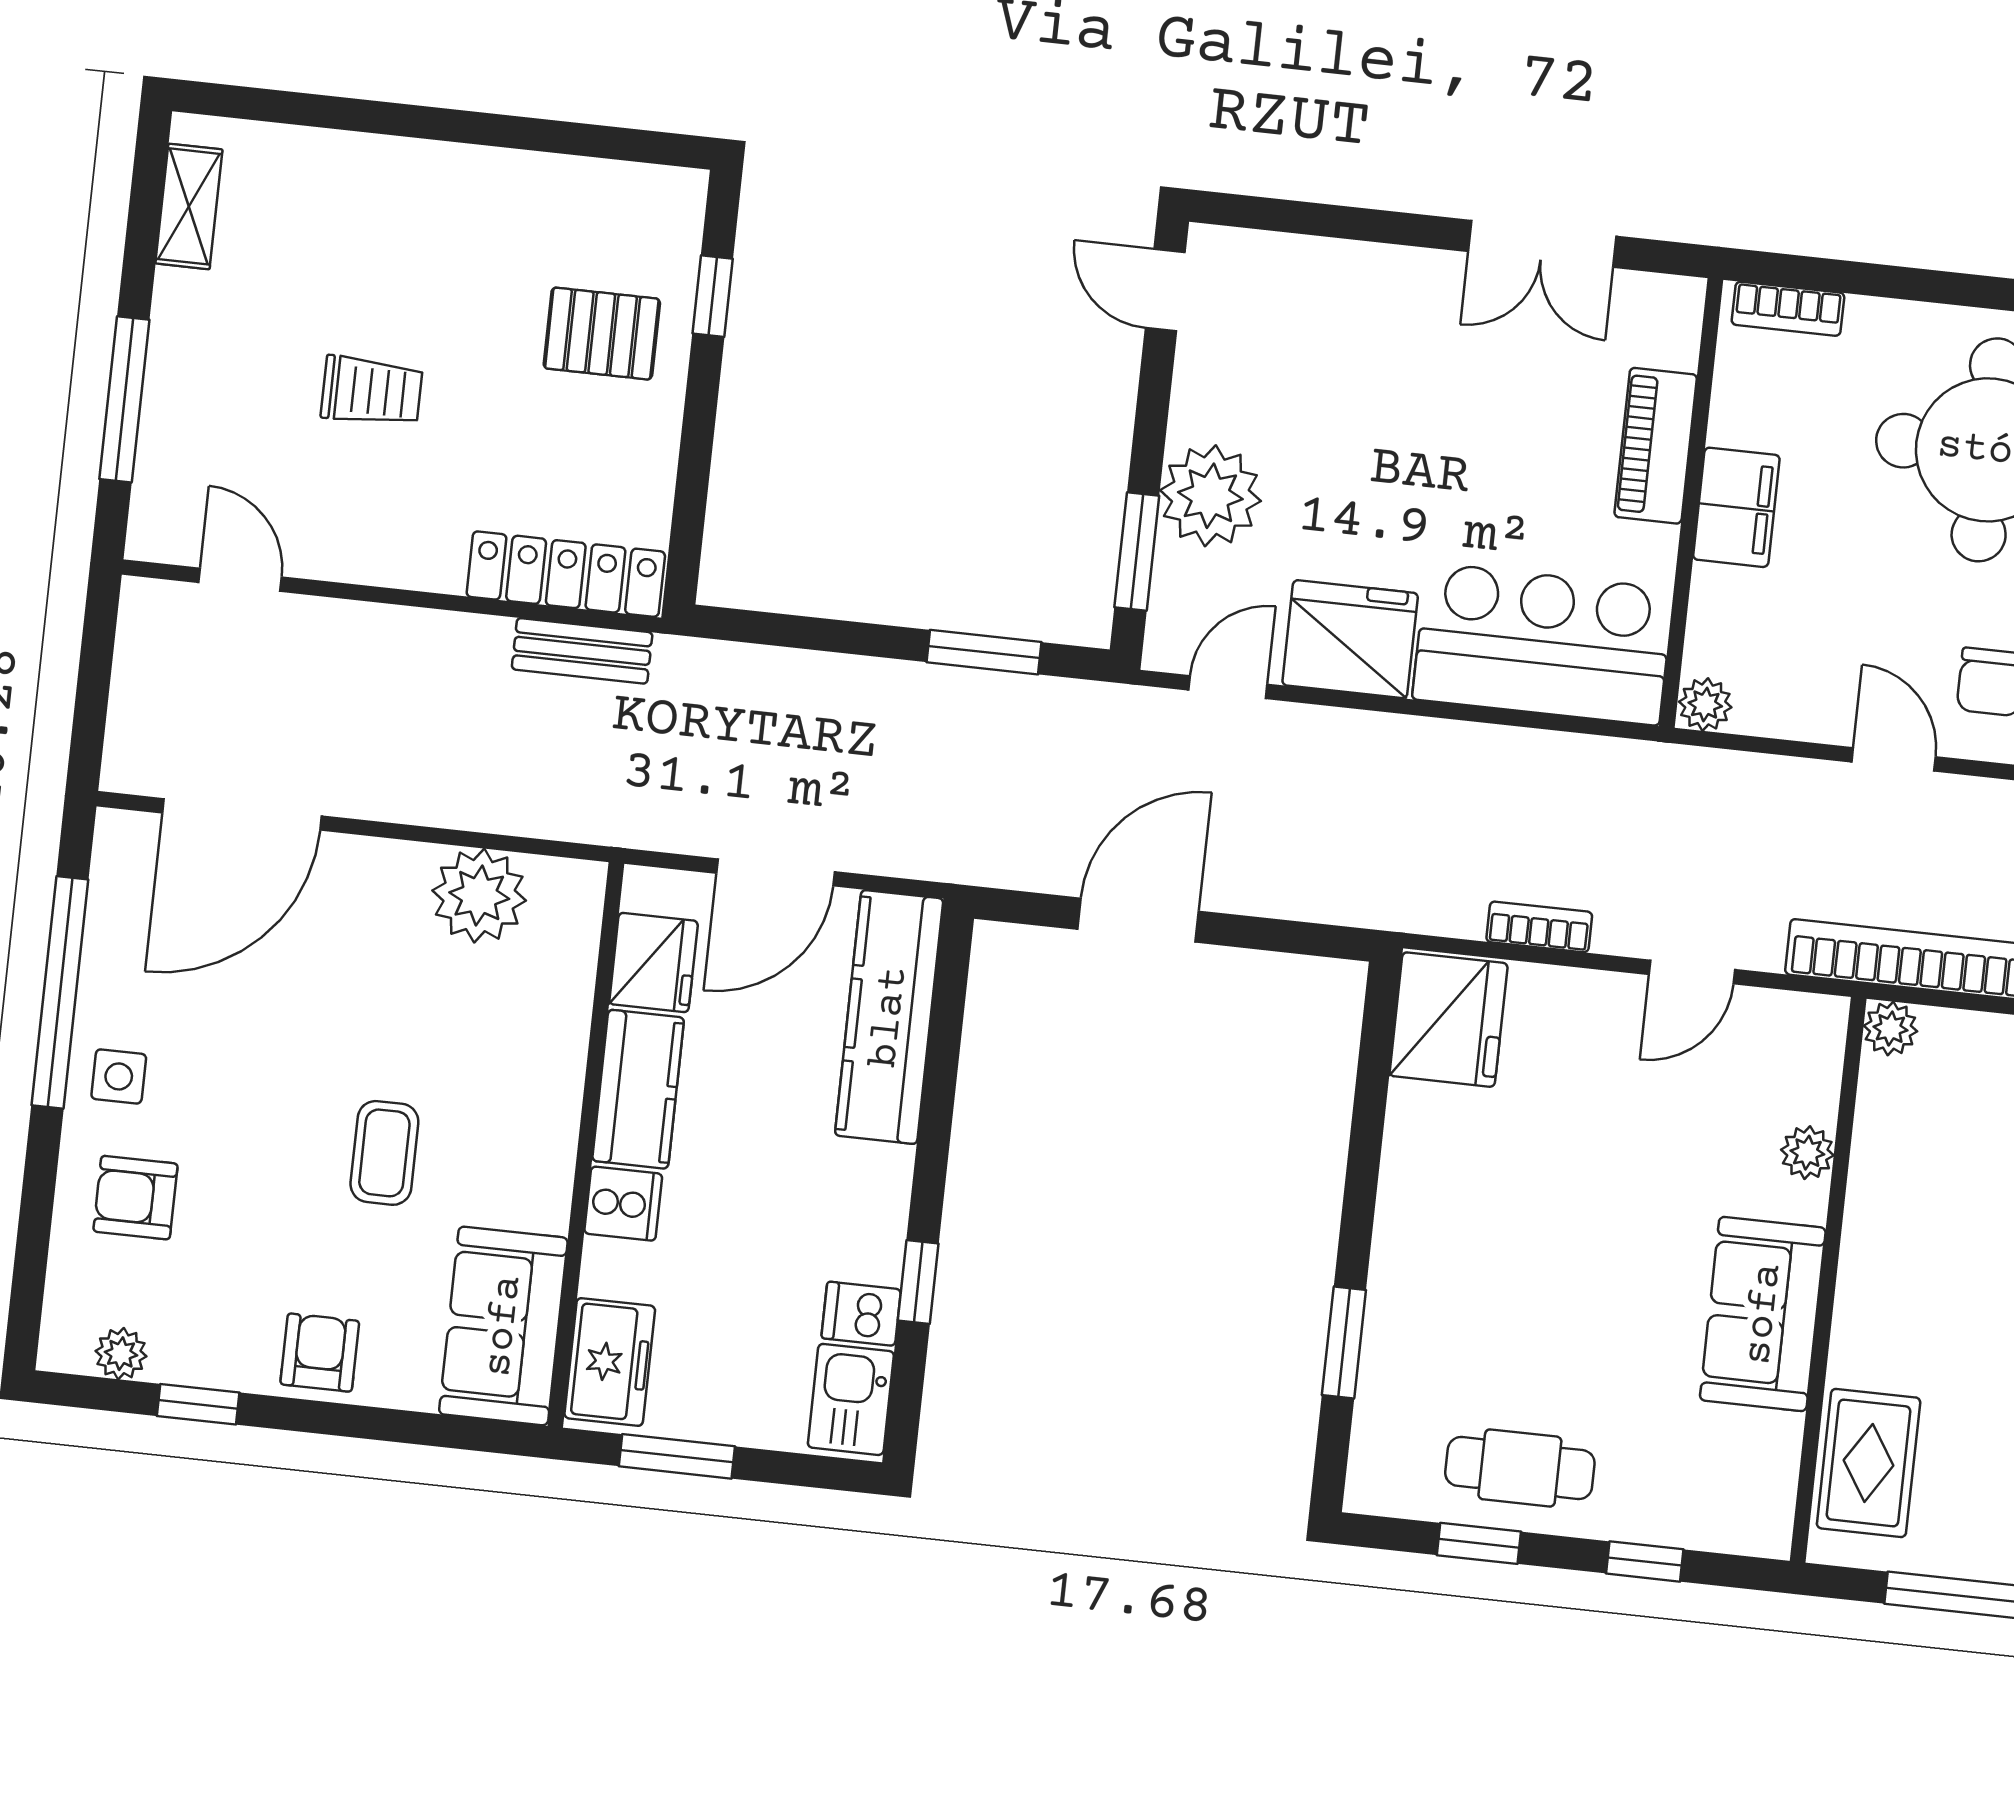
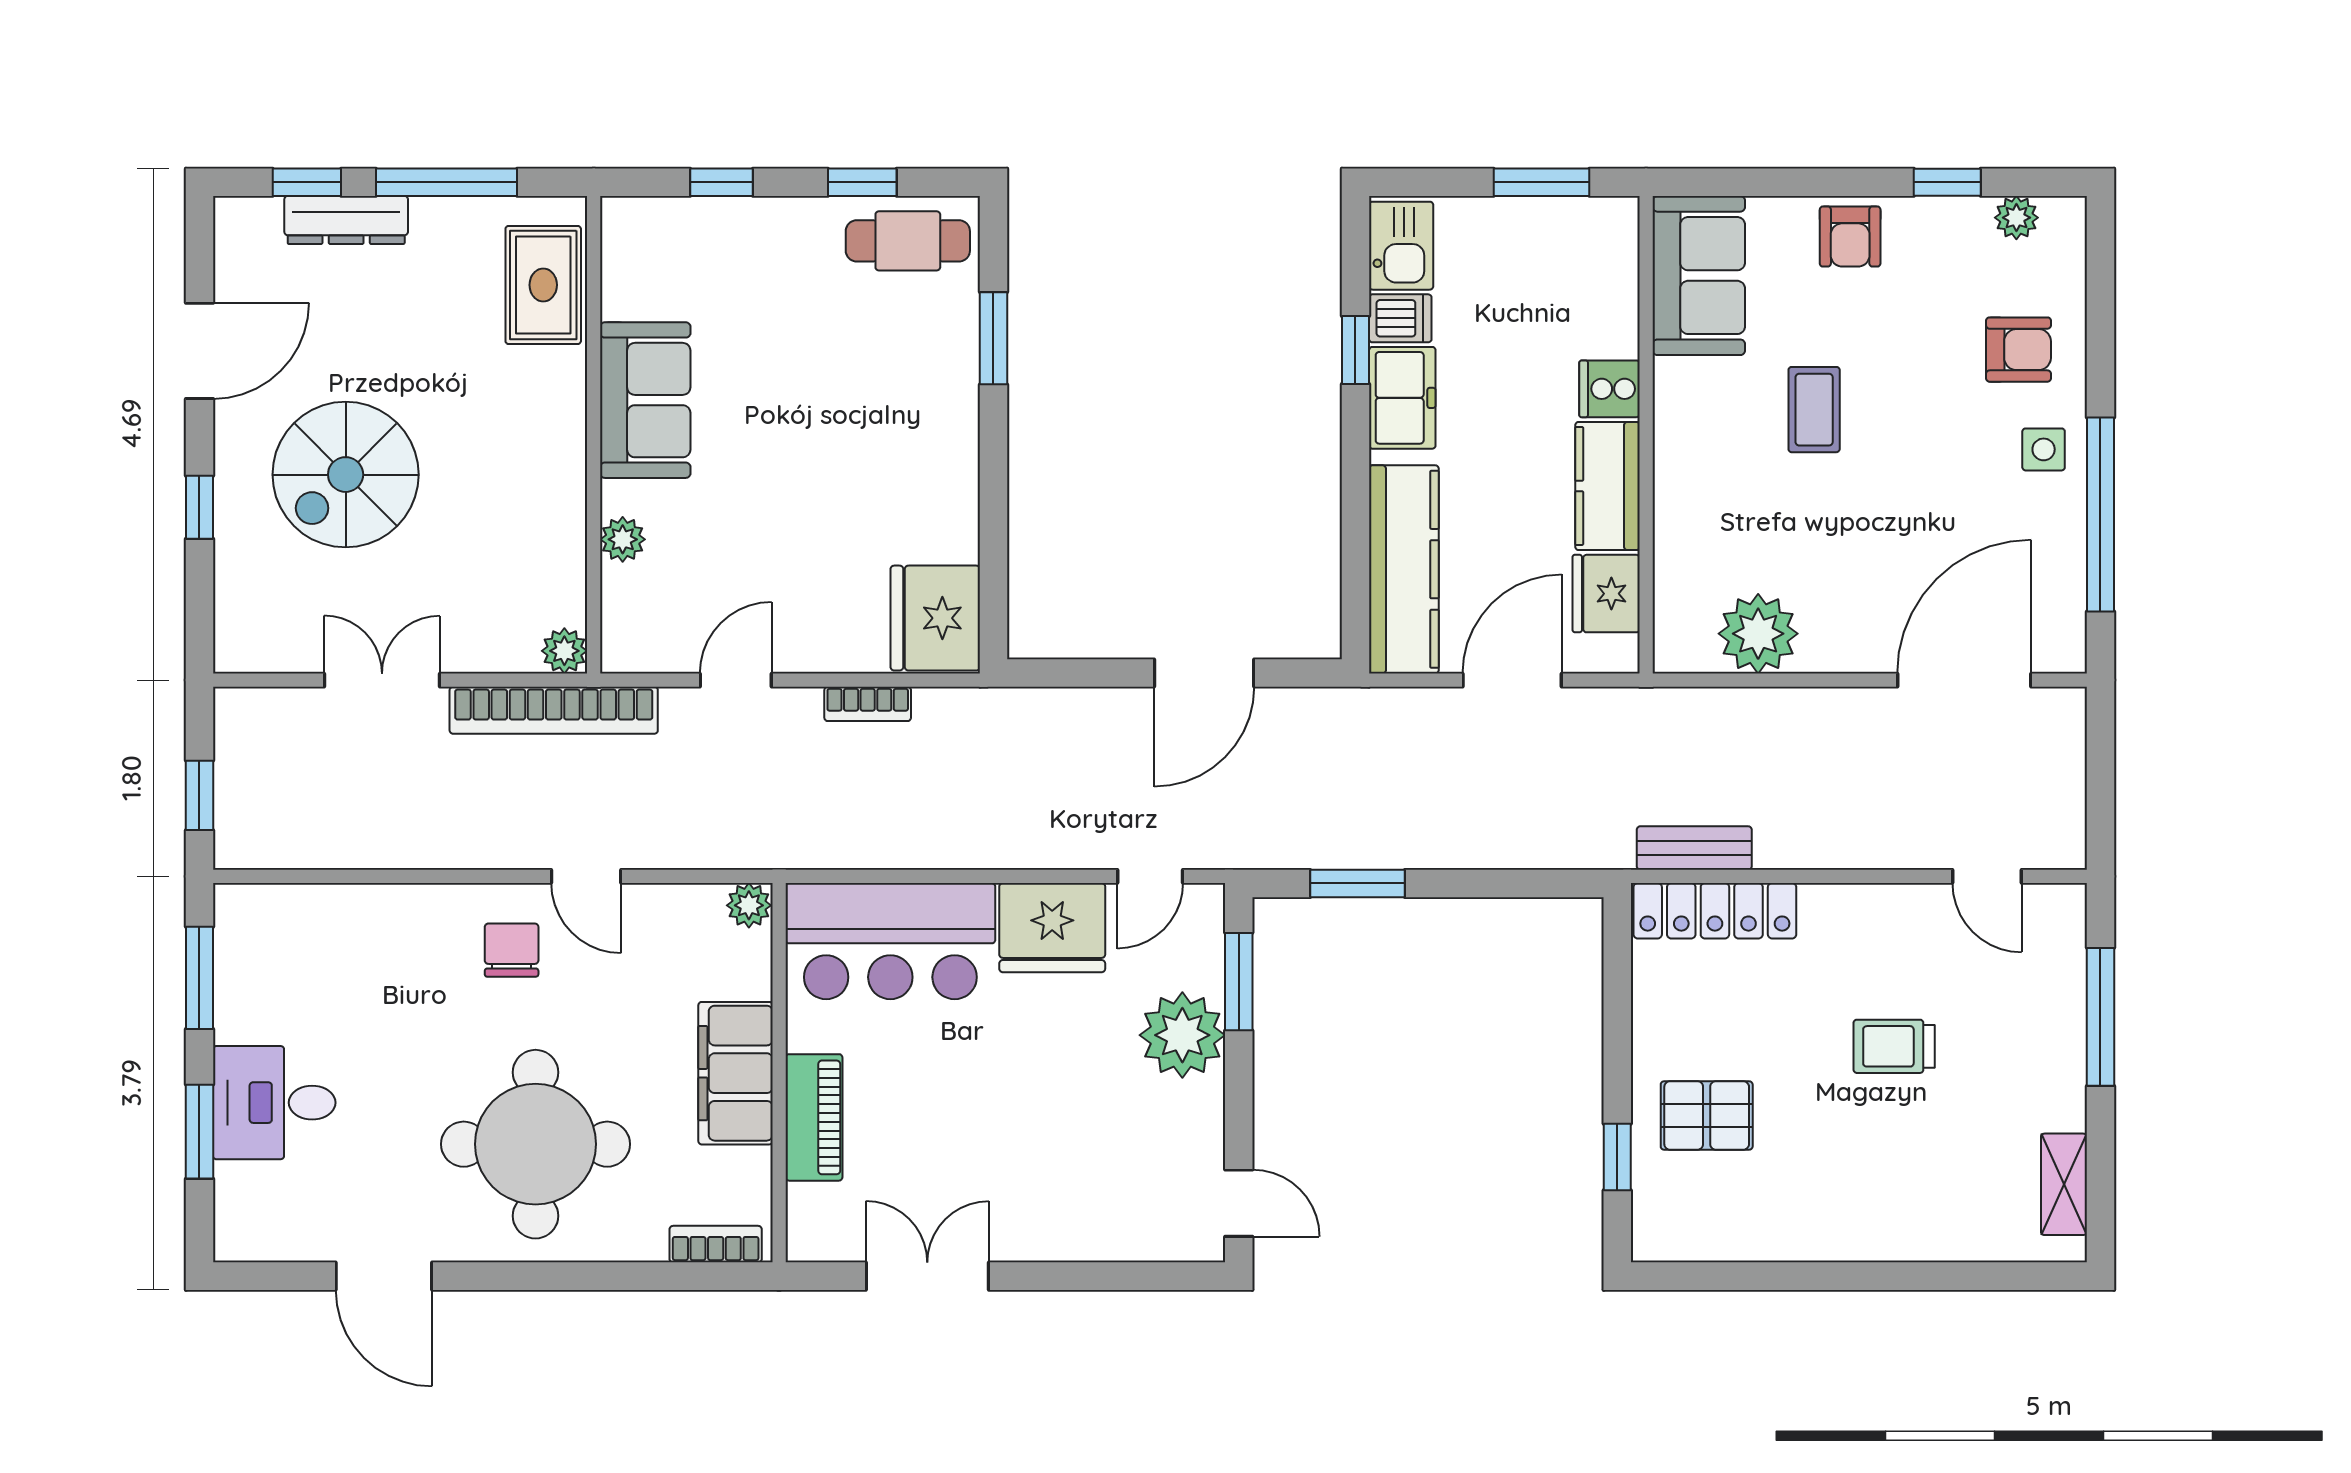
filing cabinet: (1736, 507) -> (736, 1073), width x1.50, depth x1.17
freezer: (610, 1362) -> (1402, 398), moved, turned 180
cafe table: (1520, 1468) -> (908, 241), moved

